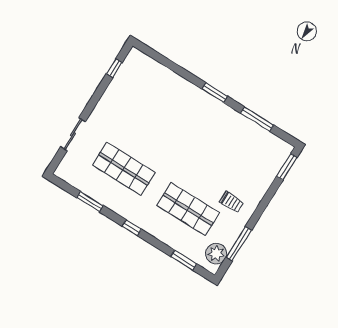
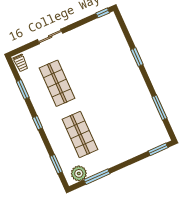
window: (114, 68) -> (103, 13), moved
window: (215, 93) -> (137, 57), moved
sliding door: (73, 134) -> (50, 36), moved
trolley: (232, 202) -> (21, 63), moved

